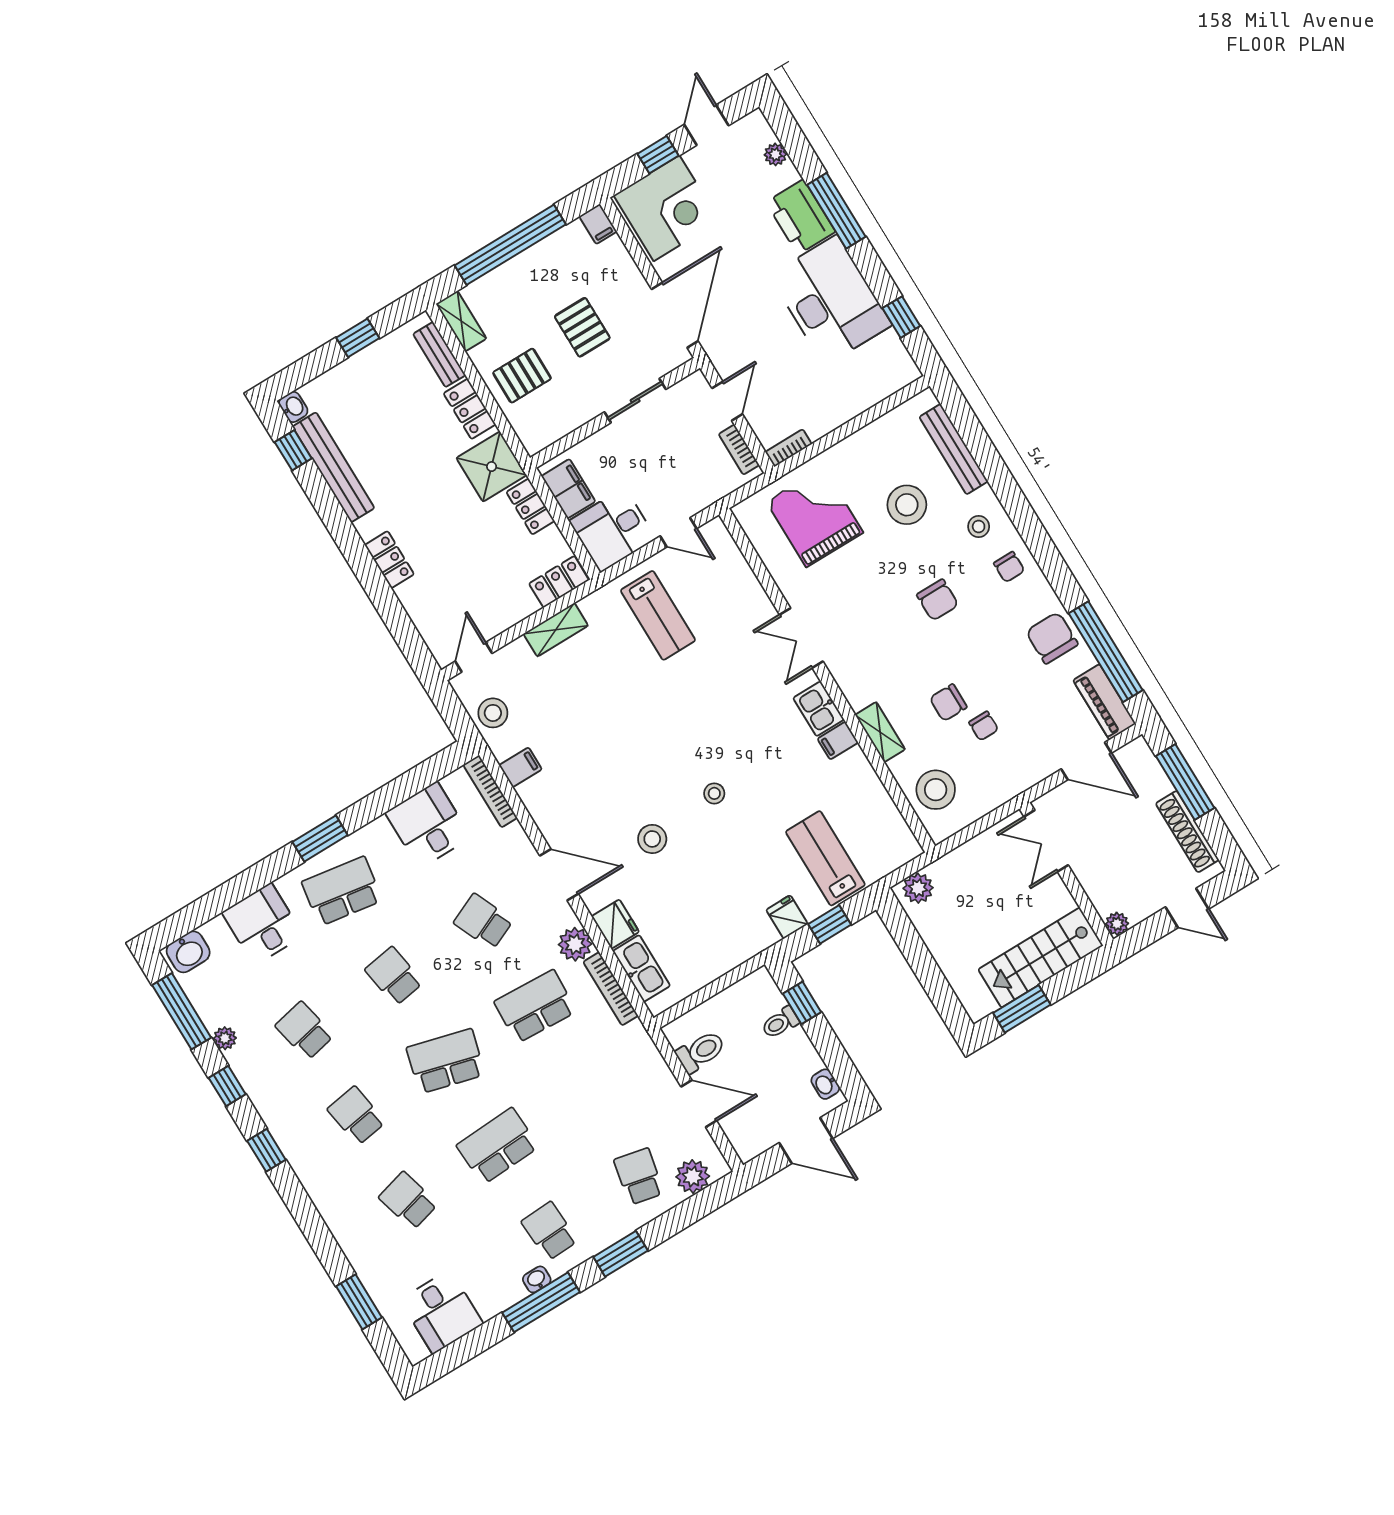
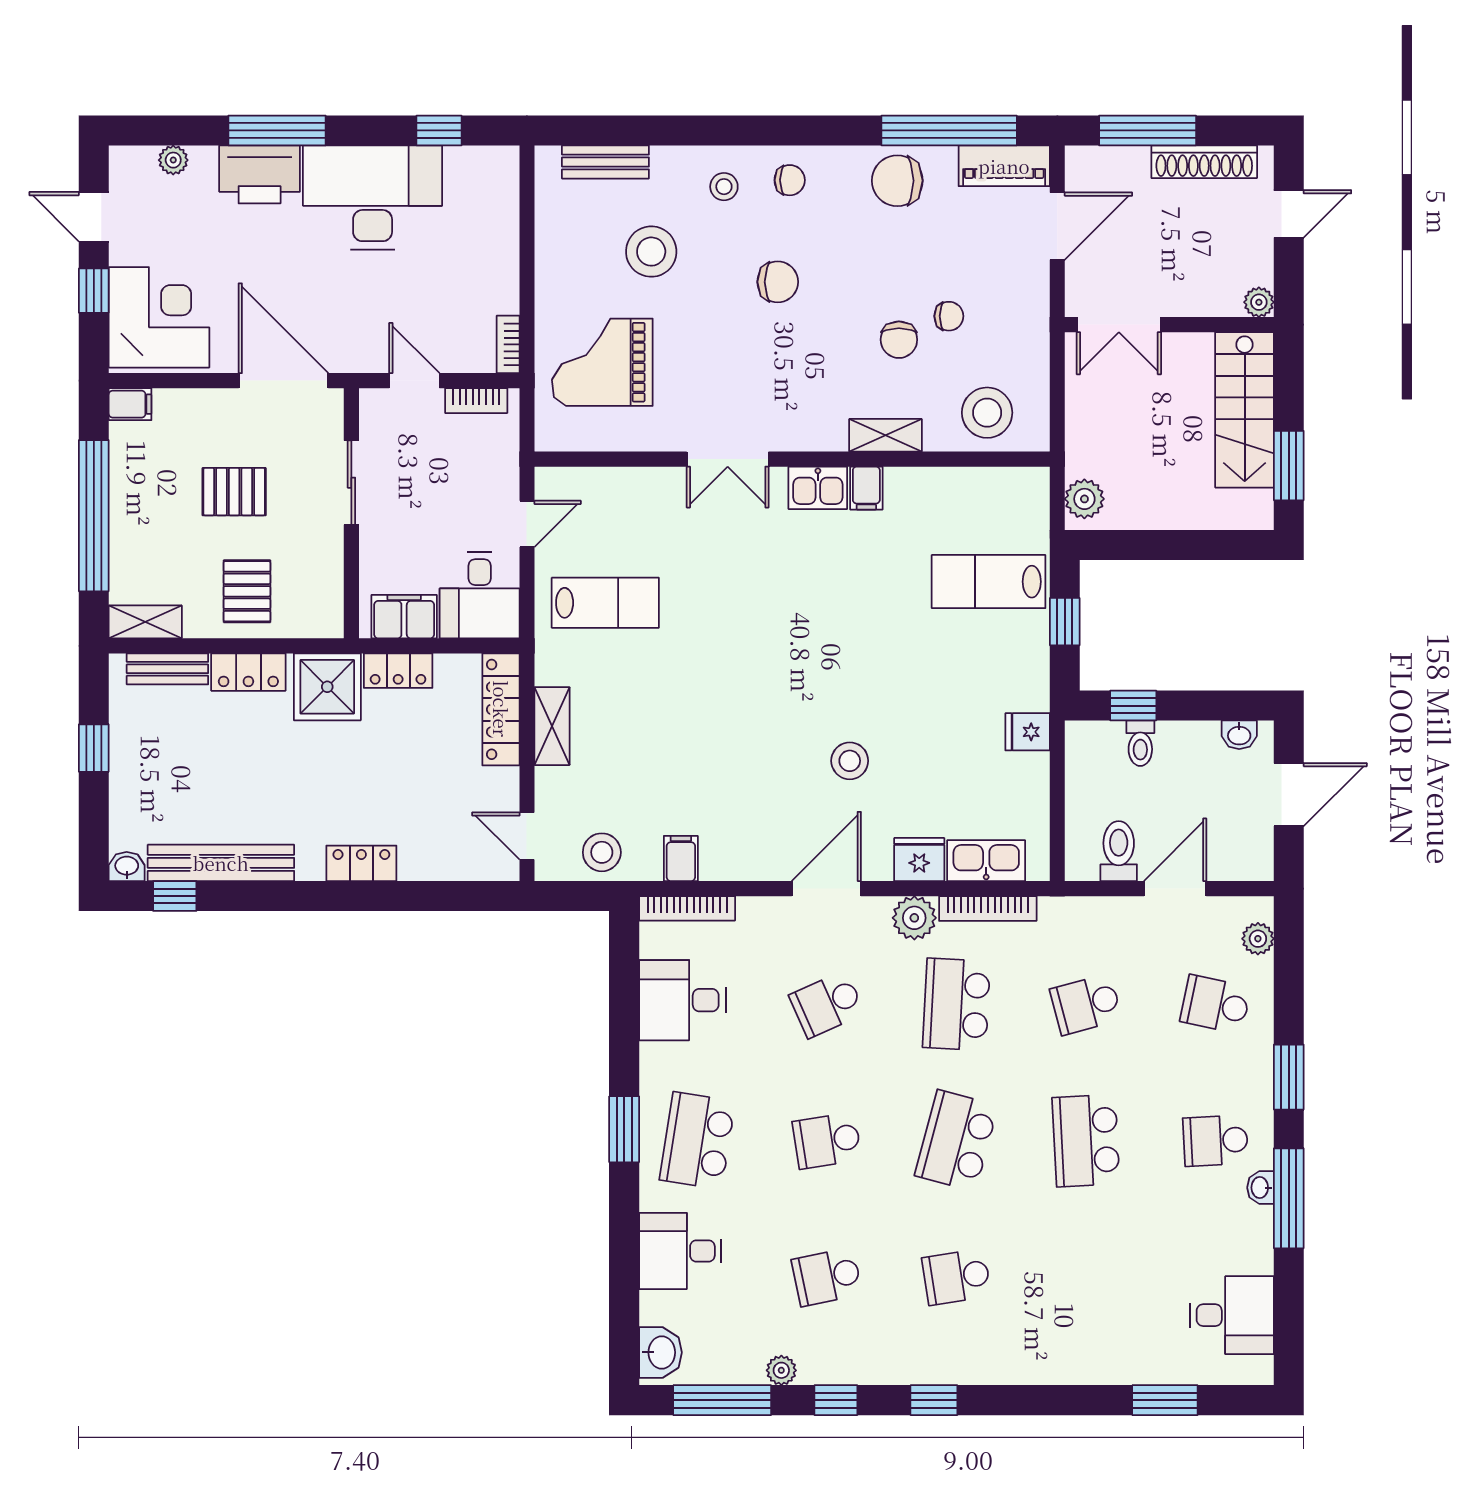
bench: (954, 449) -> (605, 162), width x0.73
locker: (559, 582) -> (501, 709), width x1.53
stool: (714, 793) -> (841, 661), removed
fridge: (787, 917) -> (1028, 732), moved
plant: (693, 1177) -> (1258, 939), width x0.73, depth x0.73
school desk: (408, 1201) -> (1086, 1004), moved

